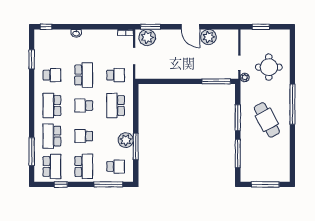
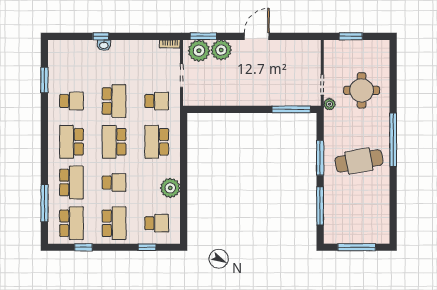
window: (46, 27) -> (101, 36), moved
door: (190, 27) -> (257, 36), swing flipped
plant: (208, 37) -> (221, 50), moved
school desk: (84, 106) -> (114, 142), width x1.85
cafe table: (267, 120) -> (359, 161), turned -72
school desk: (52, 136) -> (71, 182), turned 180
school desk: (84, 136) -> (114, 182), turned 180
window: (136, 146) -> (184, 196), removed
window: (108, 184) -> (147, 247), width x0.46

